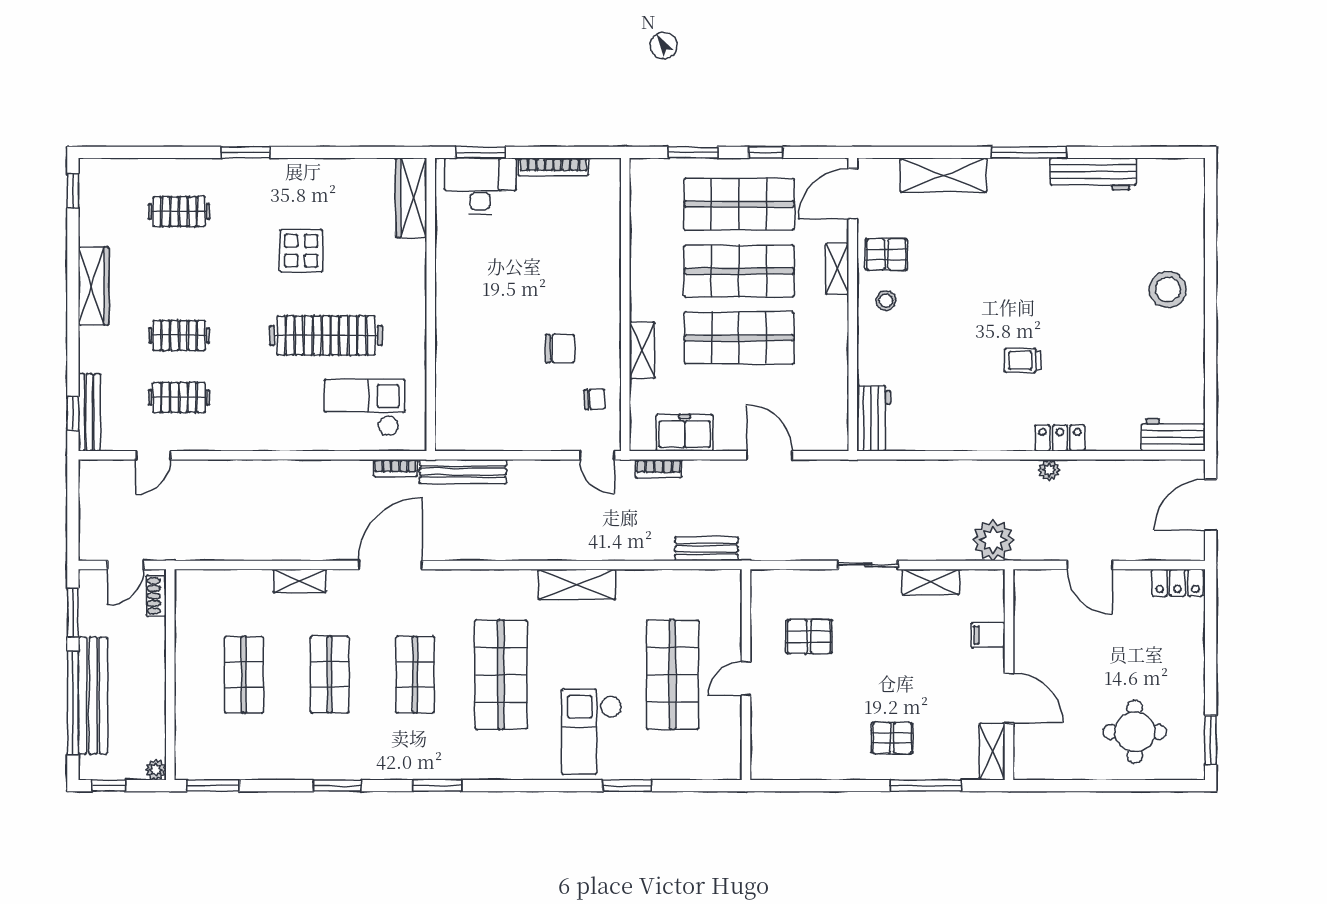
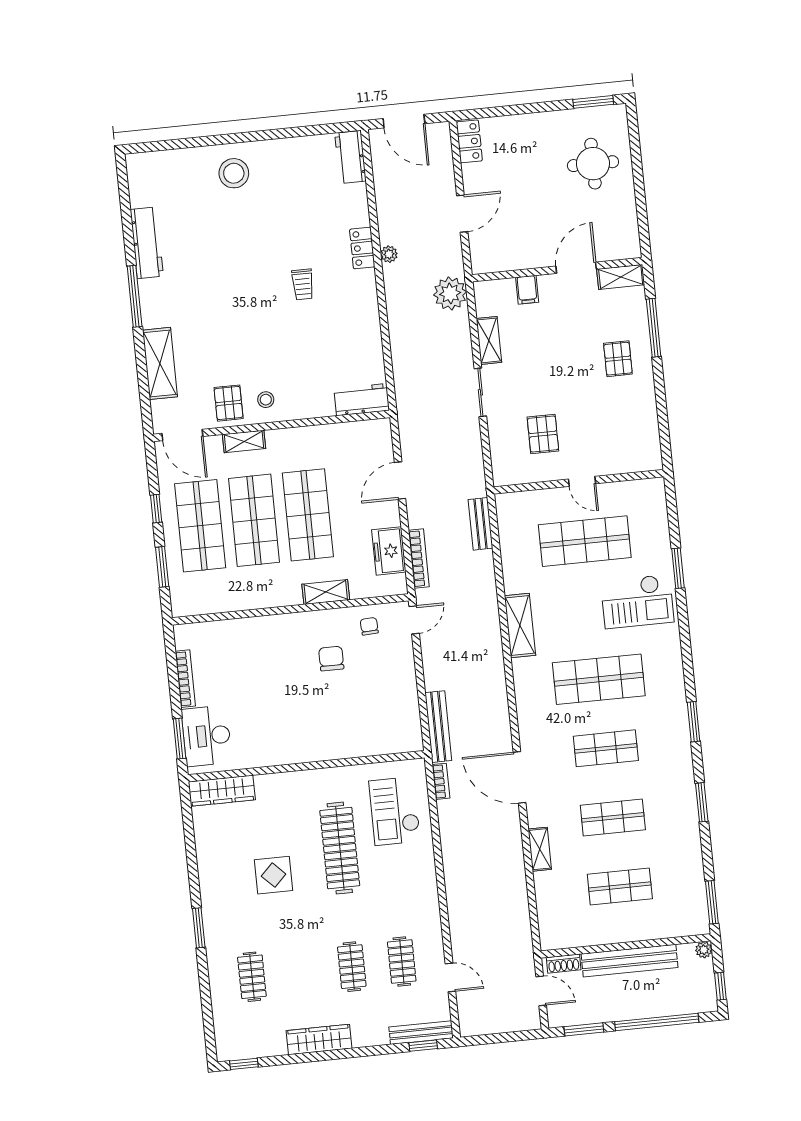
bookcase: (659, 469) -> (419, 559), width x1.56
bench: (93, 696) -> (630, 961), moved

